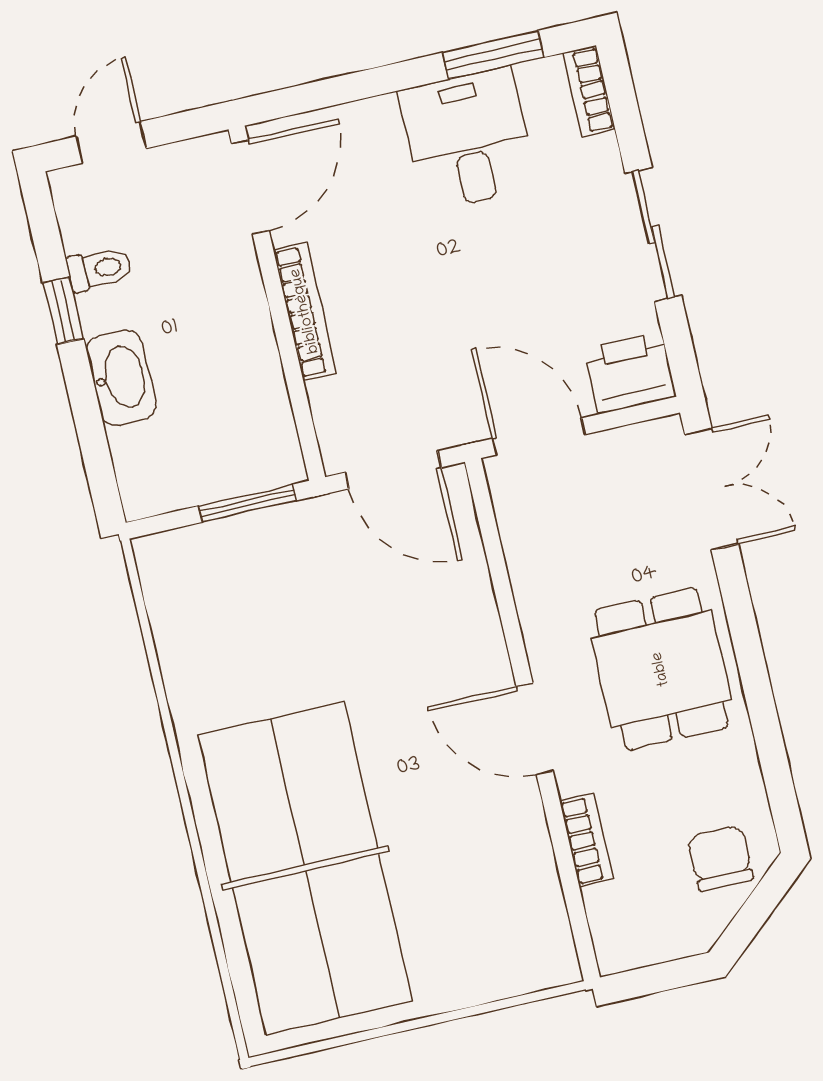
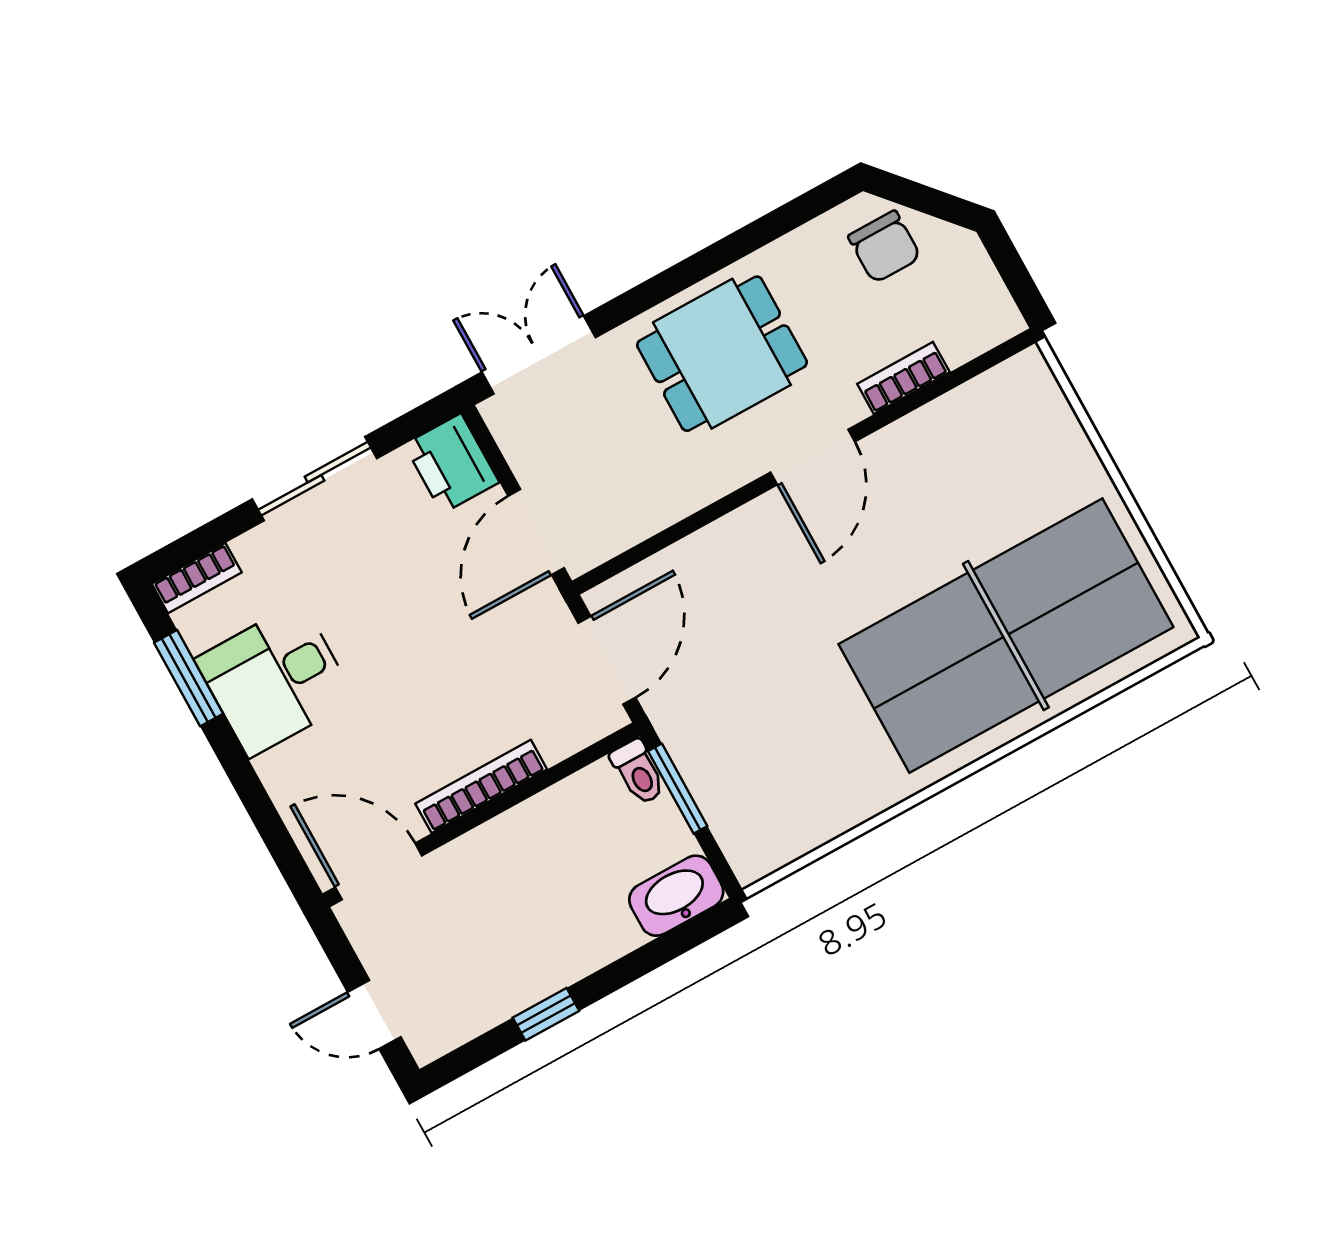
toilet: (99, 269) -> (638, 772), moved, turned 180
washbasin: (121, 378) -> (676, 896), moved
chair: (720, 858) -> (884, 247), turned -90

